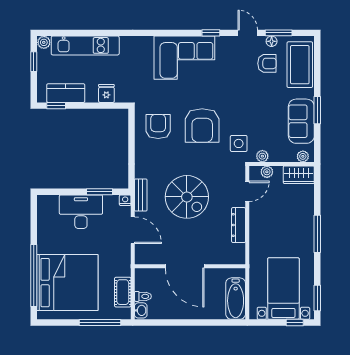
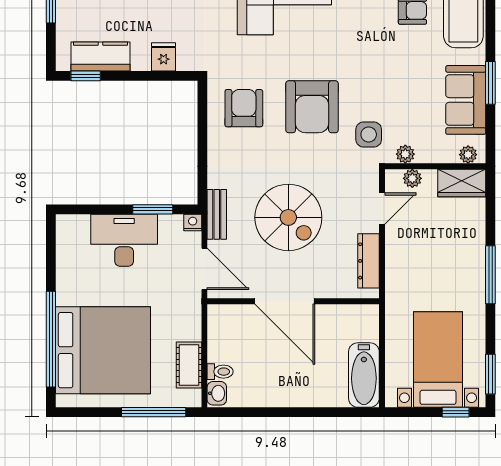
door: (185, 266) -> (285, 301), moved
wall: (190, 266) -> (293, 301), moved

